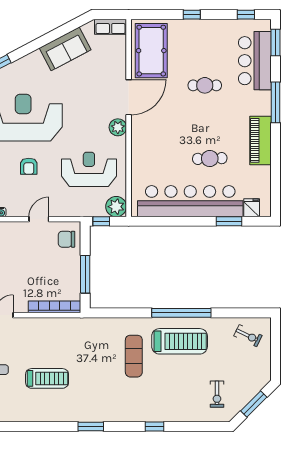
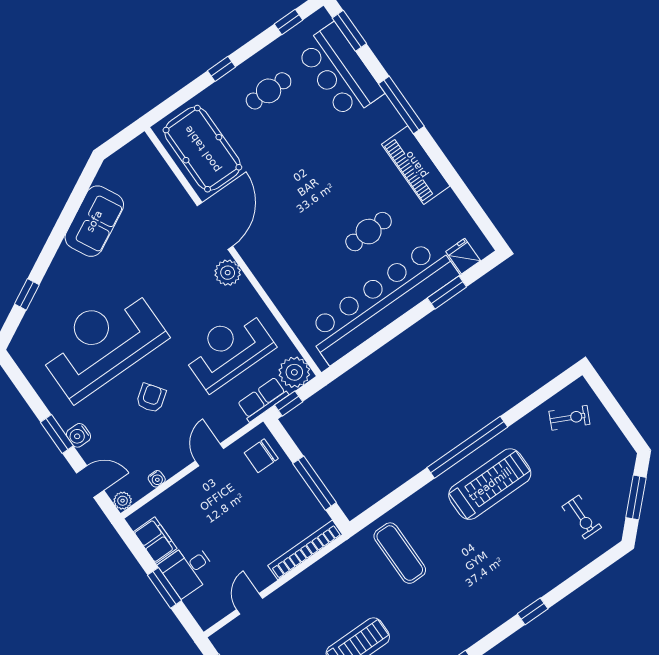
row of seats: (111, 27) -> (263, 399), moved, turned 180
cafe table: (205, 85) -> (269, 91), moved
armchair: (29, 166) -> (151, 398), turned -126
exercise mat: (134, 356) -> (400, 553), moved

